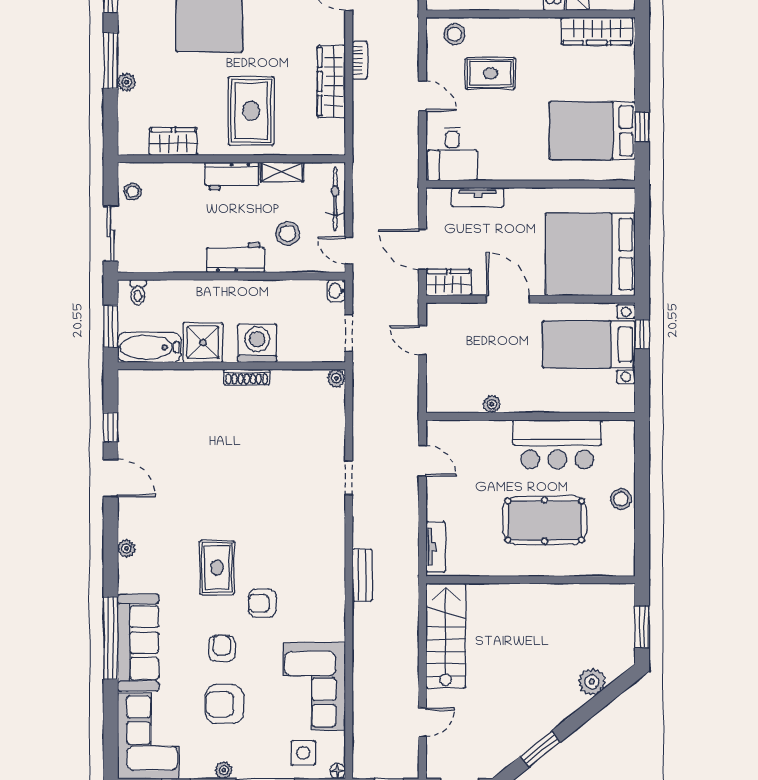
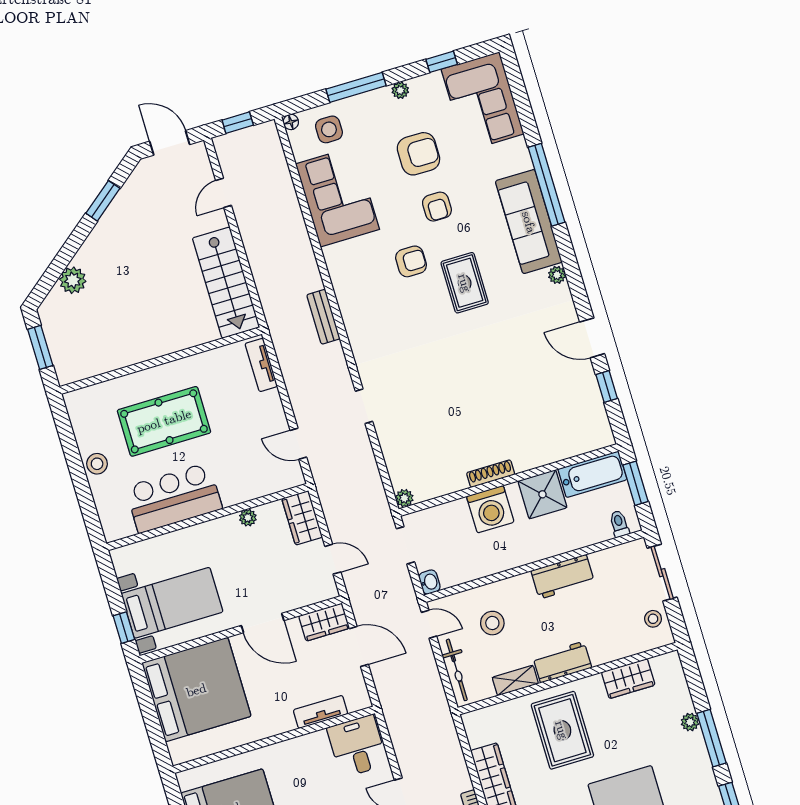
workbench: (236, 258) -> (563, 577), moved
wardrobe: (440, 389) -> (302, 518), added
sofa: (138, 643) -> (529, 222), moved

